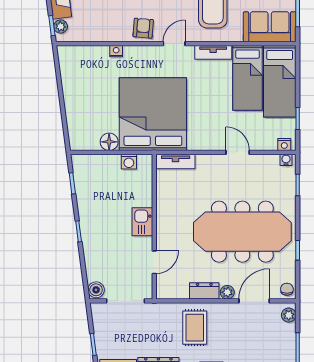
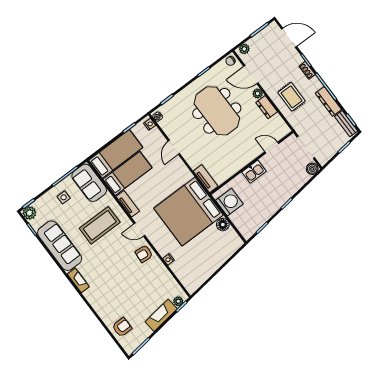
washing machine: (129, 162) -> (229, 202), width x1.89, depth x1.89
meeting table: (242, 232) -> (217, 111), width x0.73
rug: (195, 328) -> (291, 97), turned 90

